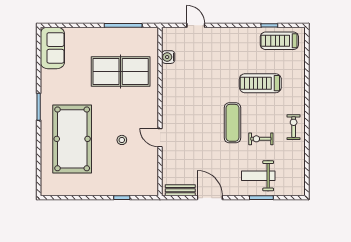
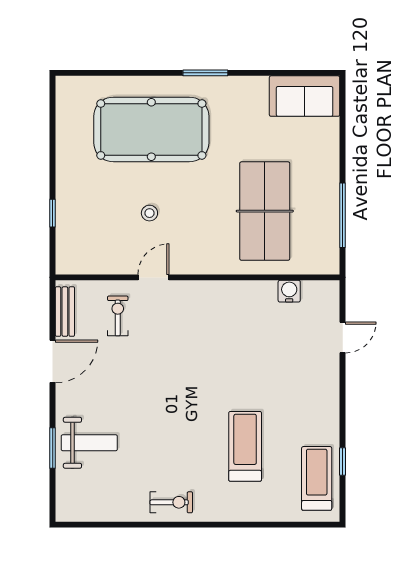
exercise mat: (232, 123) -> (178, 399), removed
exercise bike: (261, 139) -> (118, 316), moved
weight bench: (258, 176) -> (89, 443), turned 90

